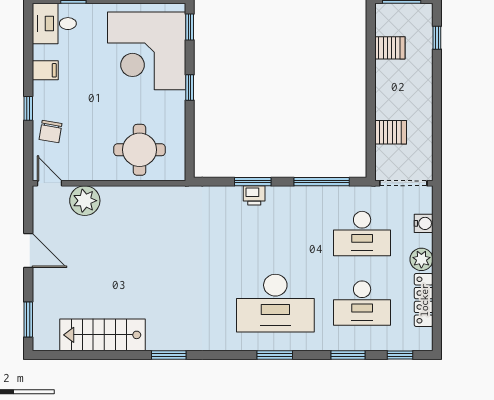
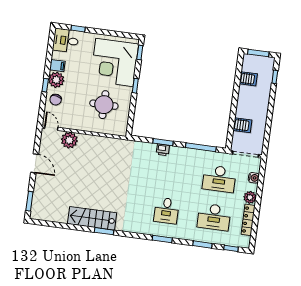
plant: (47, 96) -> (56, 80), added
round table: (140, 150) -> (104, 105), moved
desk: (275, 303) -> (166, 211), width x0.53, depth x0.77
stairs: (103, 335) -> (92, 218), moved

